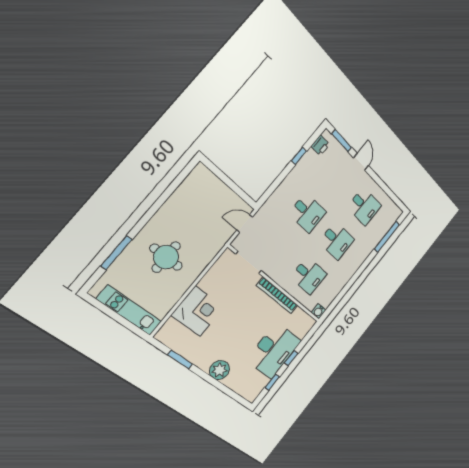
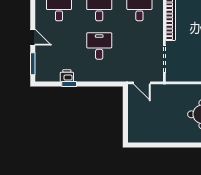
printer: (320, 145) -> (67, 76), moved
door: (361, 162) -> (33, 37), swing flipped

